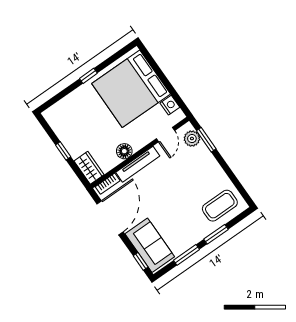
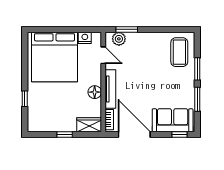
window: (88, 76) -> (25, 99), moved

